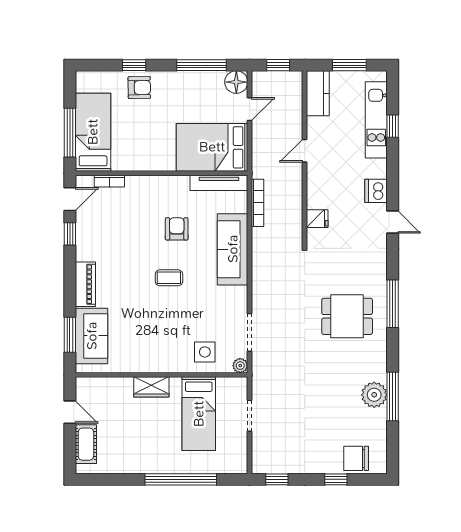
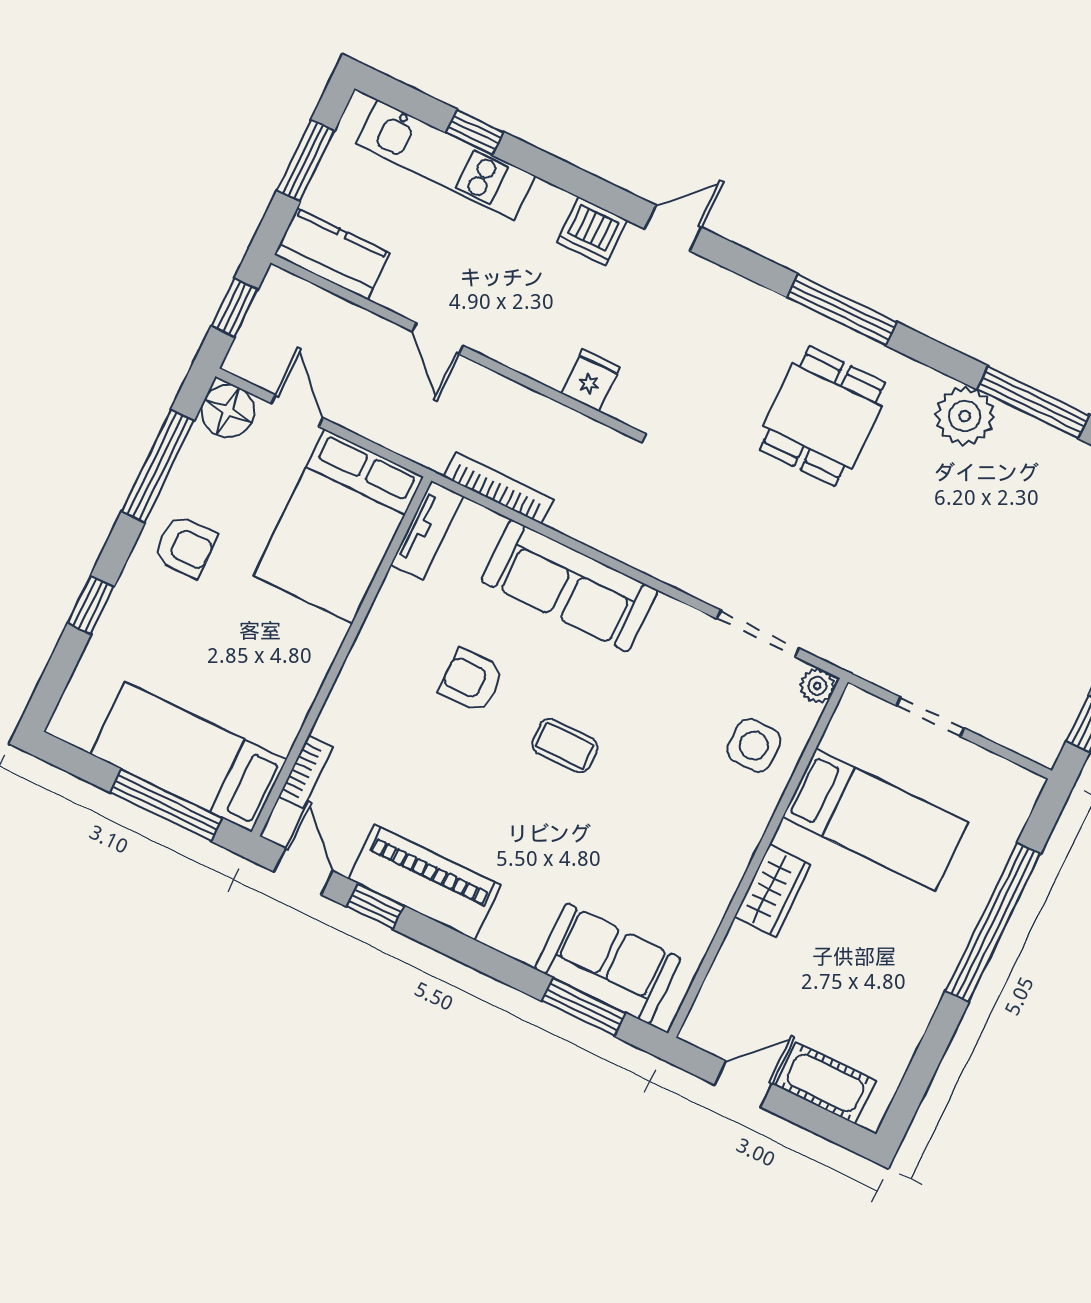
armchair: (139, 88) -> (185, 546), moved, turned 91
tv unit: (219, 183) -> (427, 530), width x0.71
coffee table: (169, 278) -> (565, 746), turned 90
piano: (85, 284) -> (425, 882), moved, width x1.37, depth x1.33
plant: (374, 395) -> (965, 416), moved

